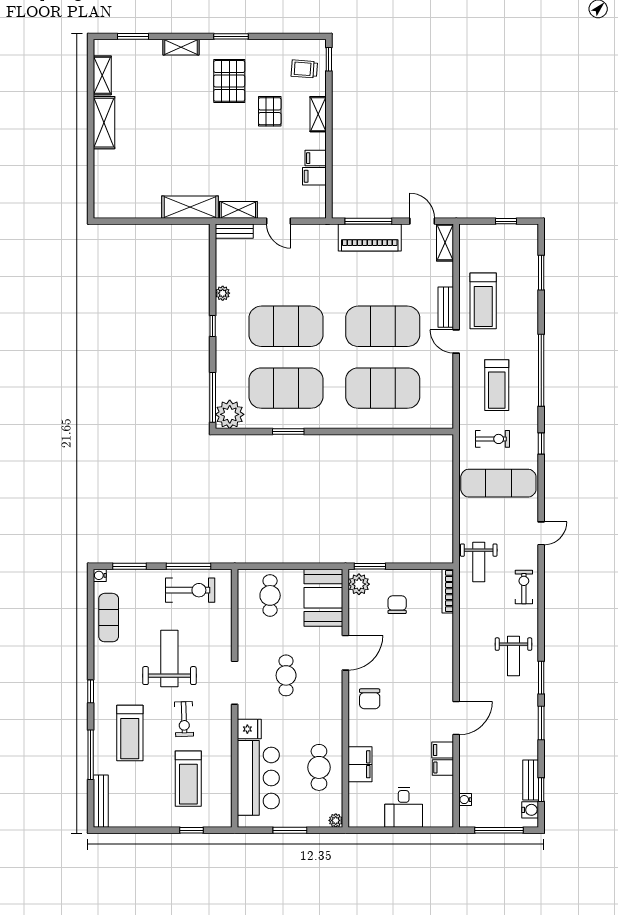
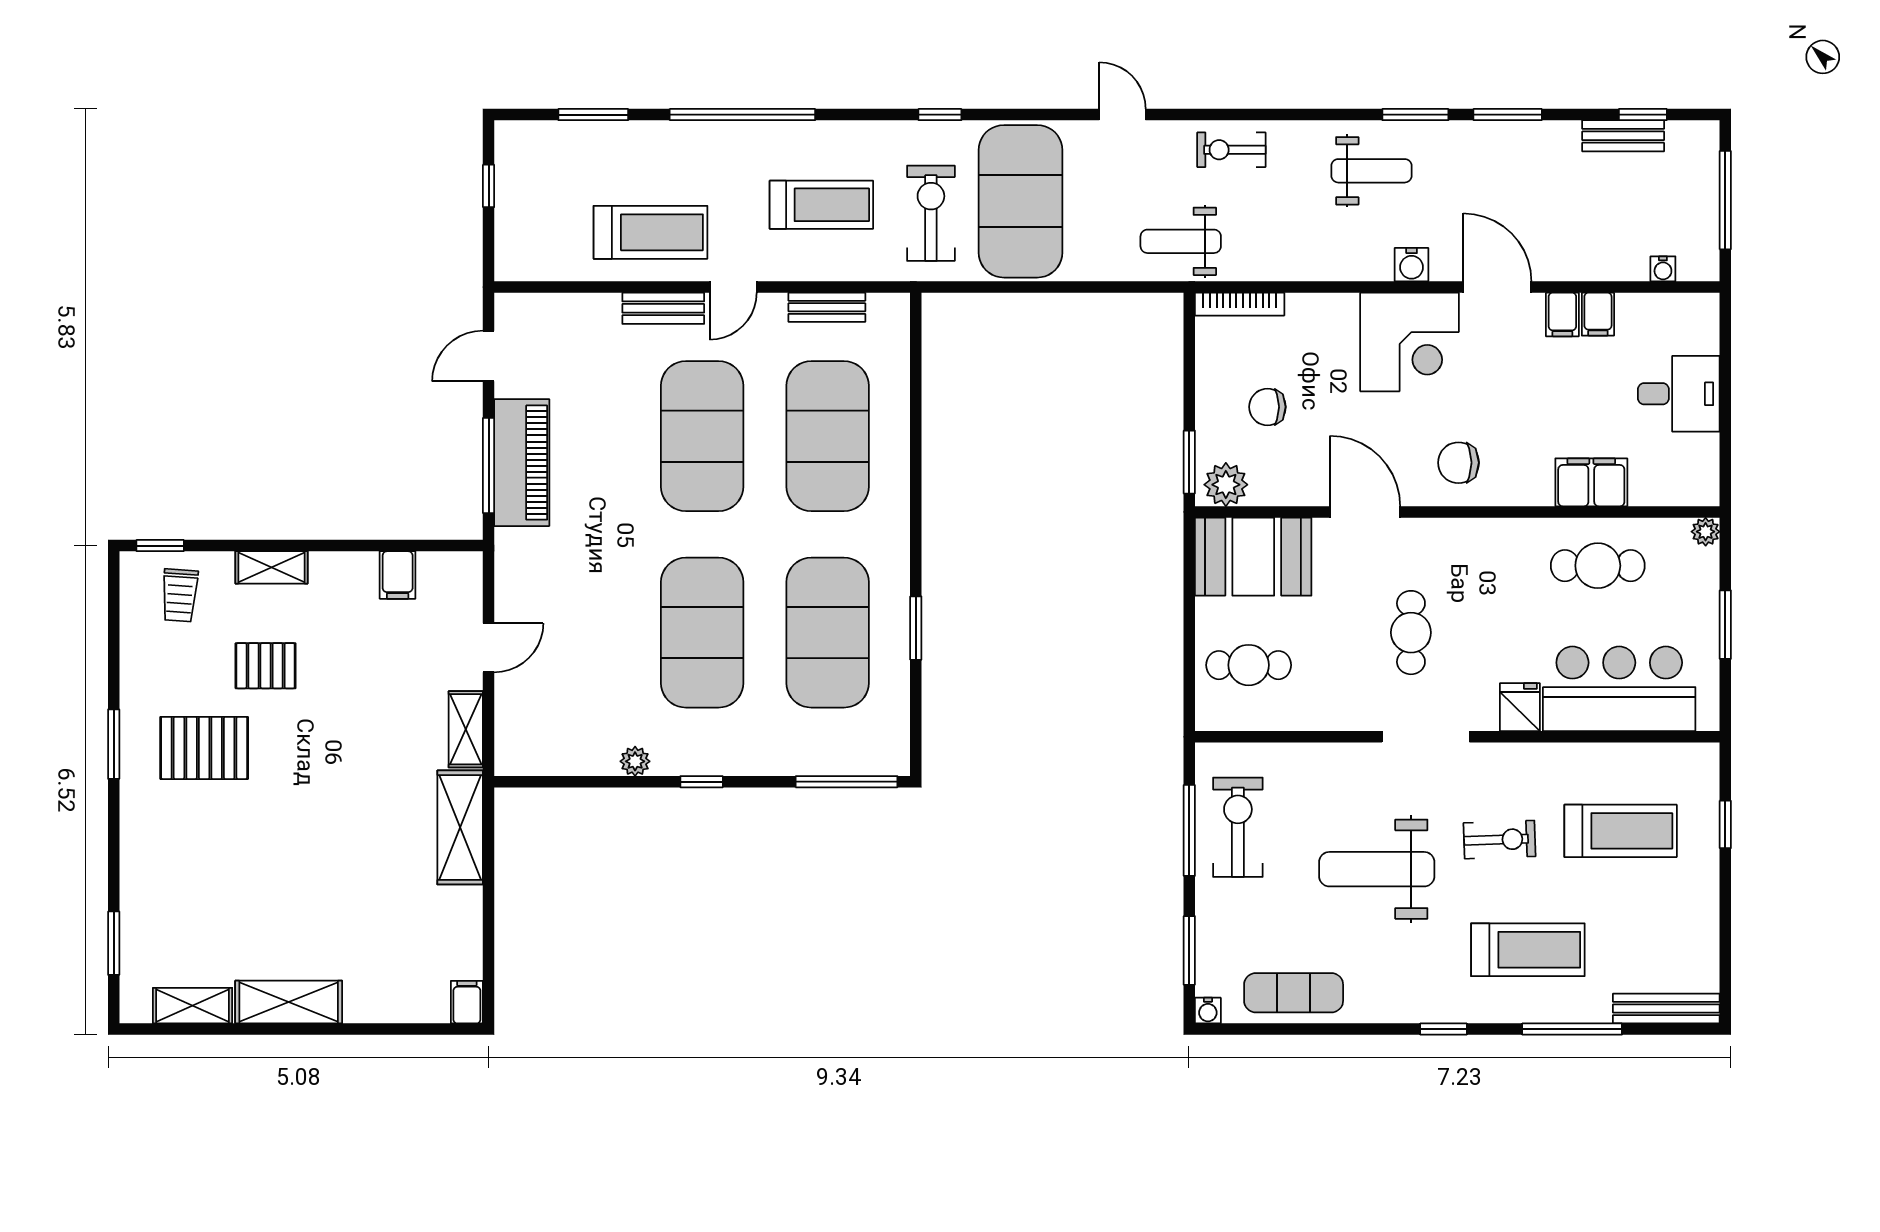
shelving: (181, 47) -> (136, 846), removed
filing cabinet: (316, 158) -> (467, 1002), moved, turned 180
bench: (234, 231) -> (827, 307), moved, turned 90
shelving: (445, 242) -> (532, 310), removed
window: (541, 370) -> (742, 115), moved
plant: (230, 414) -> (881, 747), removed
exercise bike: (493, 439) -> (931, 213), width x1.38, depth x1.39
exercise mat: (498, 483) -> (1021, 201), width x1.47
weight bench: (479, 562) -> (1181, 241), turned 180
cafe table: (286, 675) -> (1411, 633), turned 90
corner desk: (429, 675) -> (1409, 342), added
chair: (370, 699) -> (1459, 463), turned 180
water cooler: (530, 810) -> (1412, 265), moved, turned 180

